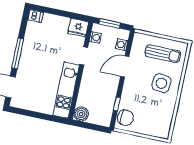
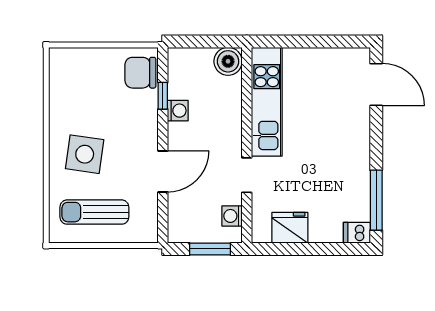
fridge: (78, 28) -> (290, 228), moved
washing machine: (122, 45) -> (178, 111), moved
window: (18, 53) -> (376, 200), moved

